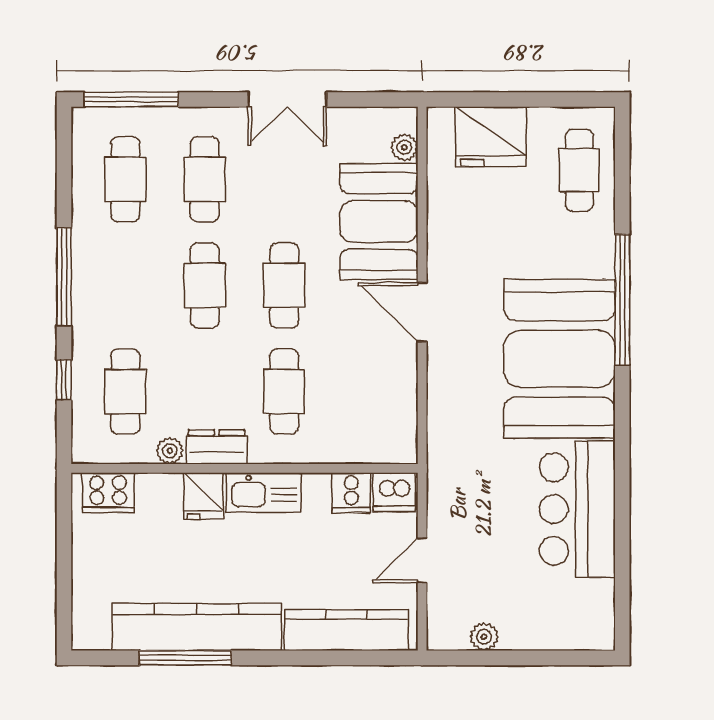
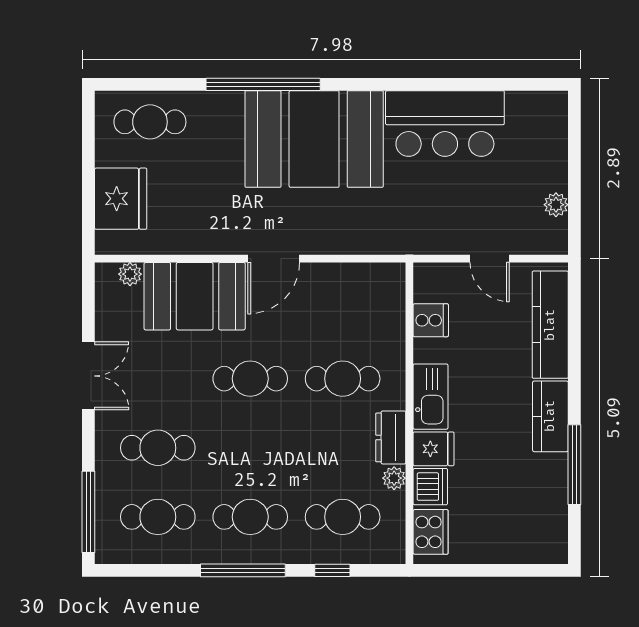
cafe table: (205, 285) -> (250, 517), moved
dishwasher: (394, 492) -> (430, 487), moved
kitchen counter: (197, 627) -> (550, 416), width x0.48, depth x0.86

